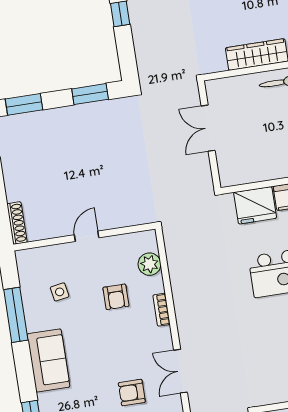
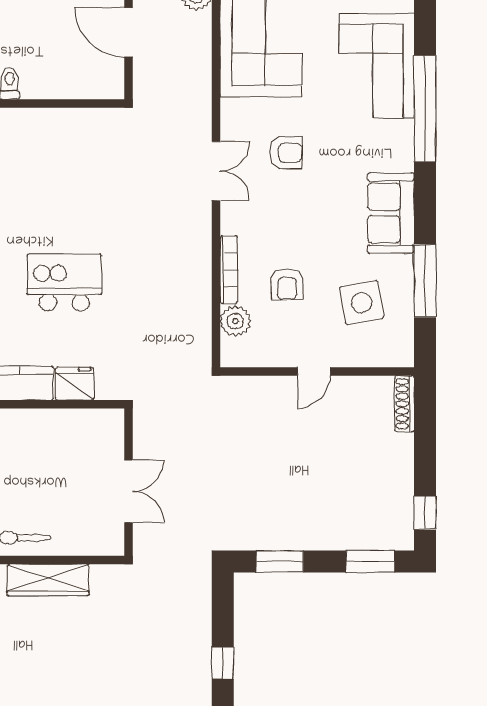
fridge: (255, 205) -> (75, 384), width x0.73, depth x0.75
side table: (60, 292) -> (362, 303), width x1.87, depth x1.87
armchair: (116, 297) -> (287, 284), turned 180
bookcase: (162, 310) -> (229, 270), width x1.56

